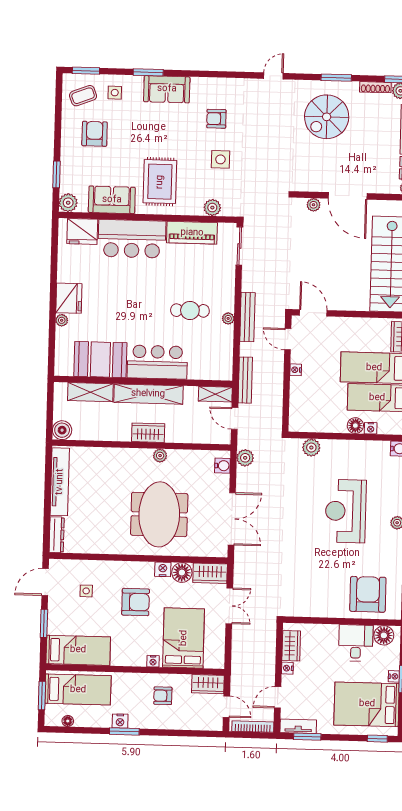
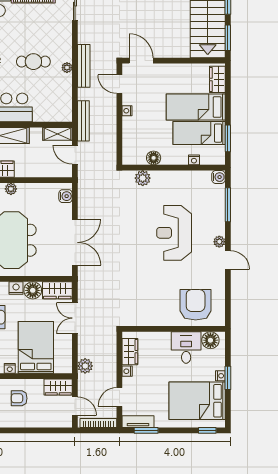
floor lamp: (355, 426) -> (154, 158), moved
plant: (245, 458) -> (85, 366), moved
double door: (229, 606) -> (75, 318), swing flipped

